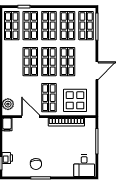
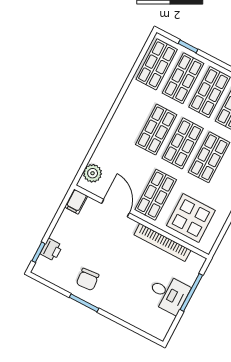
desk: (84, 166) -> (169, 294), moved, turned -90

